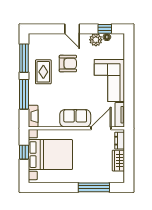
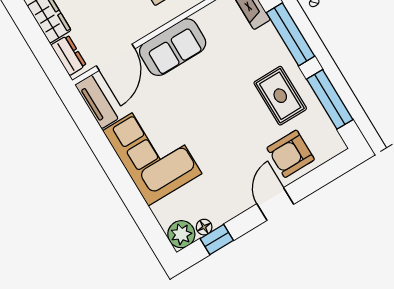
door: (72, 29) -> (275, 204), hinge flipped
plant: (96, 40) -> (181, 234), moved
armchair: (68, 64) -> (291, 154), moved

